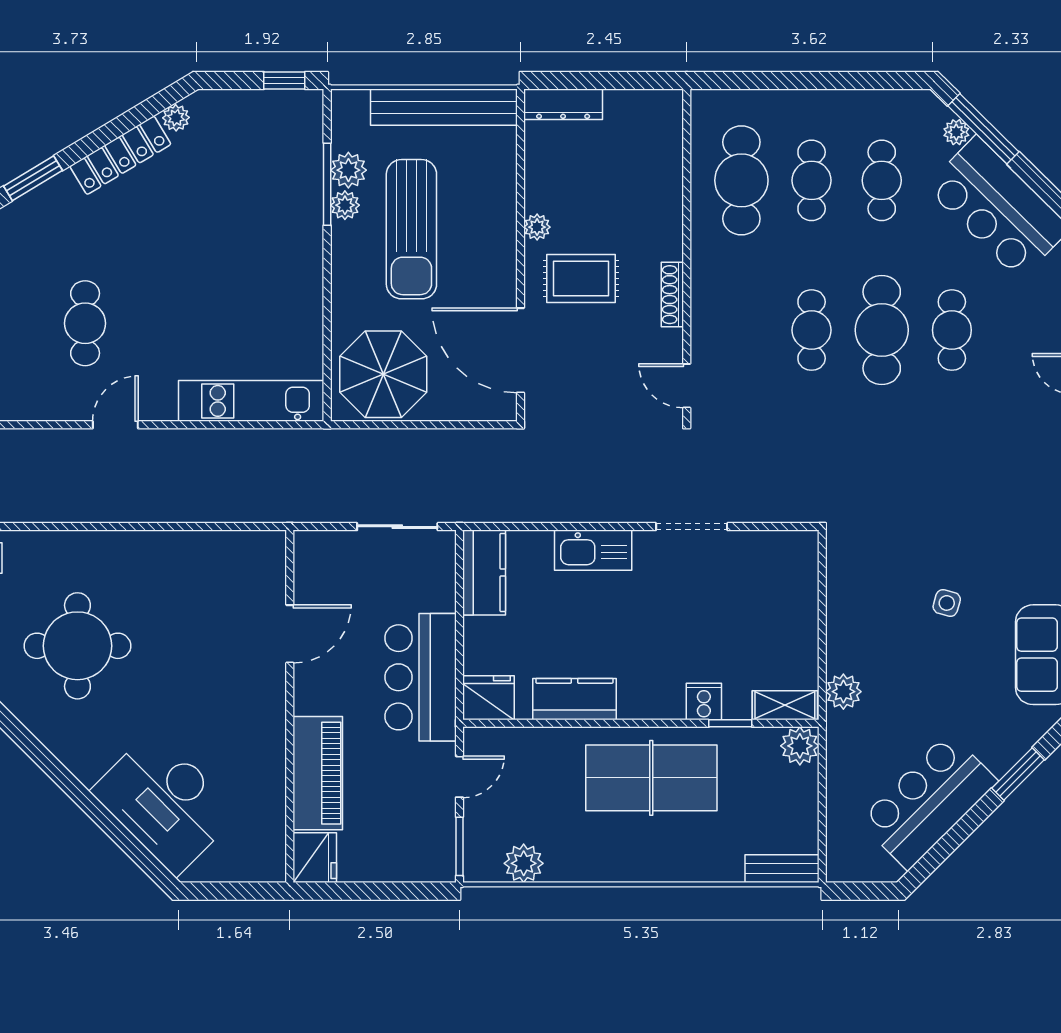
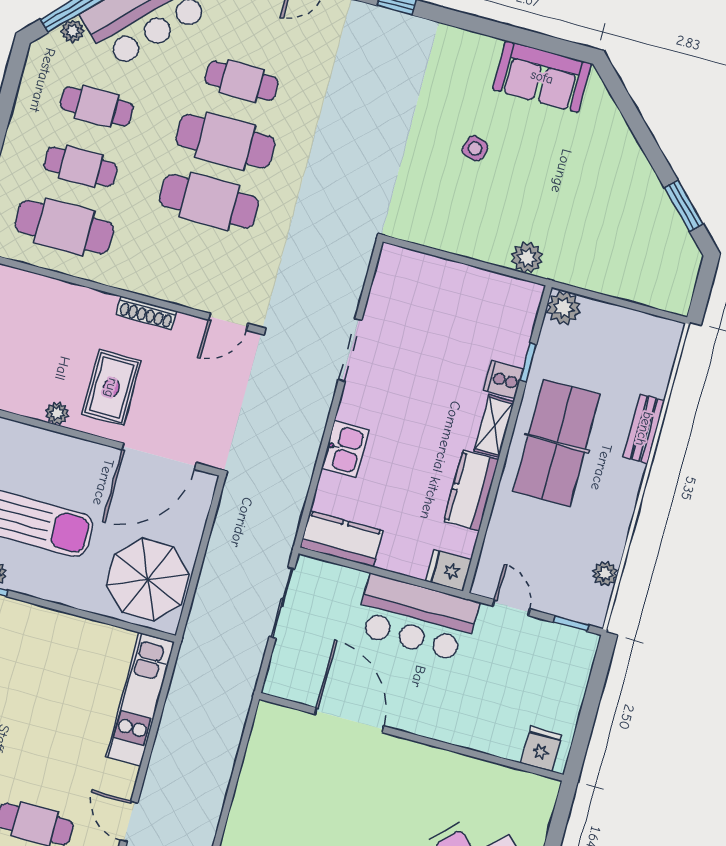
cafe table: (812, 330) -> (209, 201), width x1.37, depth x1.35
kitchen sink: (593, 550) -> (345, 449), width x0.73
door: (290, 634) -> (349, 720), width x1.36
fridge: (488, 698) -> (448, 570), width x0.72
shelving: (785, 705) -> (494, 426), moved
piano: (318, 773) -> (475, 728), removed
window: (1018, 774) -> (684, 206), moved
bar counter: (928, 801) -> (641, 210), removed
window: (459, 846) -> (571, 624), width x0.67
fridge: (315, 858) -> (541, 749), width x0.72
plant: (524, 863) -> (605, 574), width x0.73, depth x0.73
bench: (782, 869) -> (644, 429), moved

